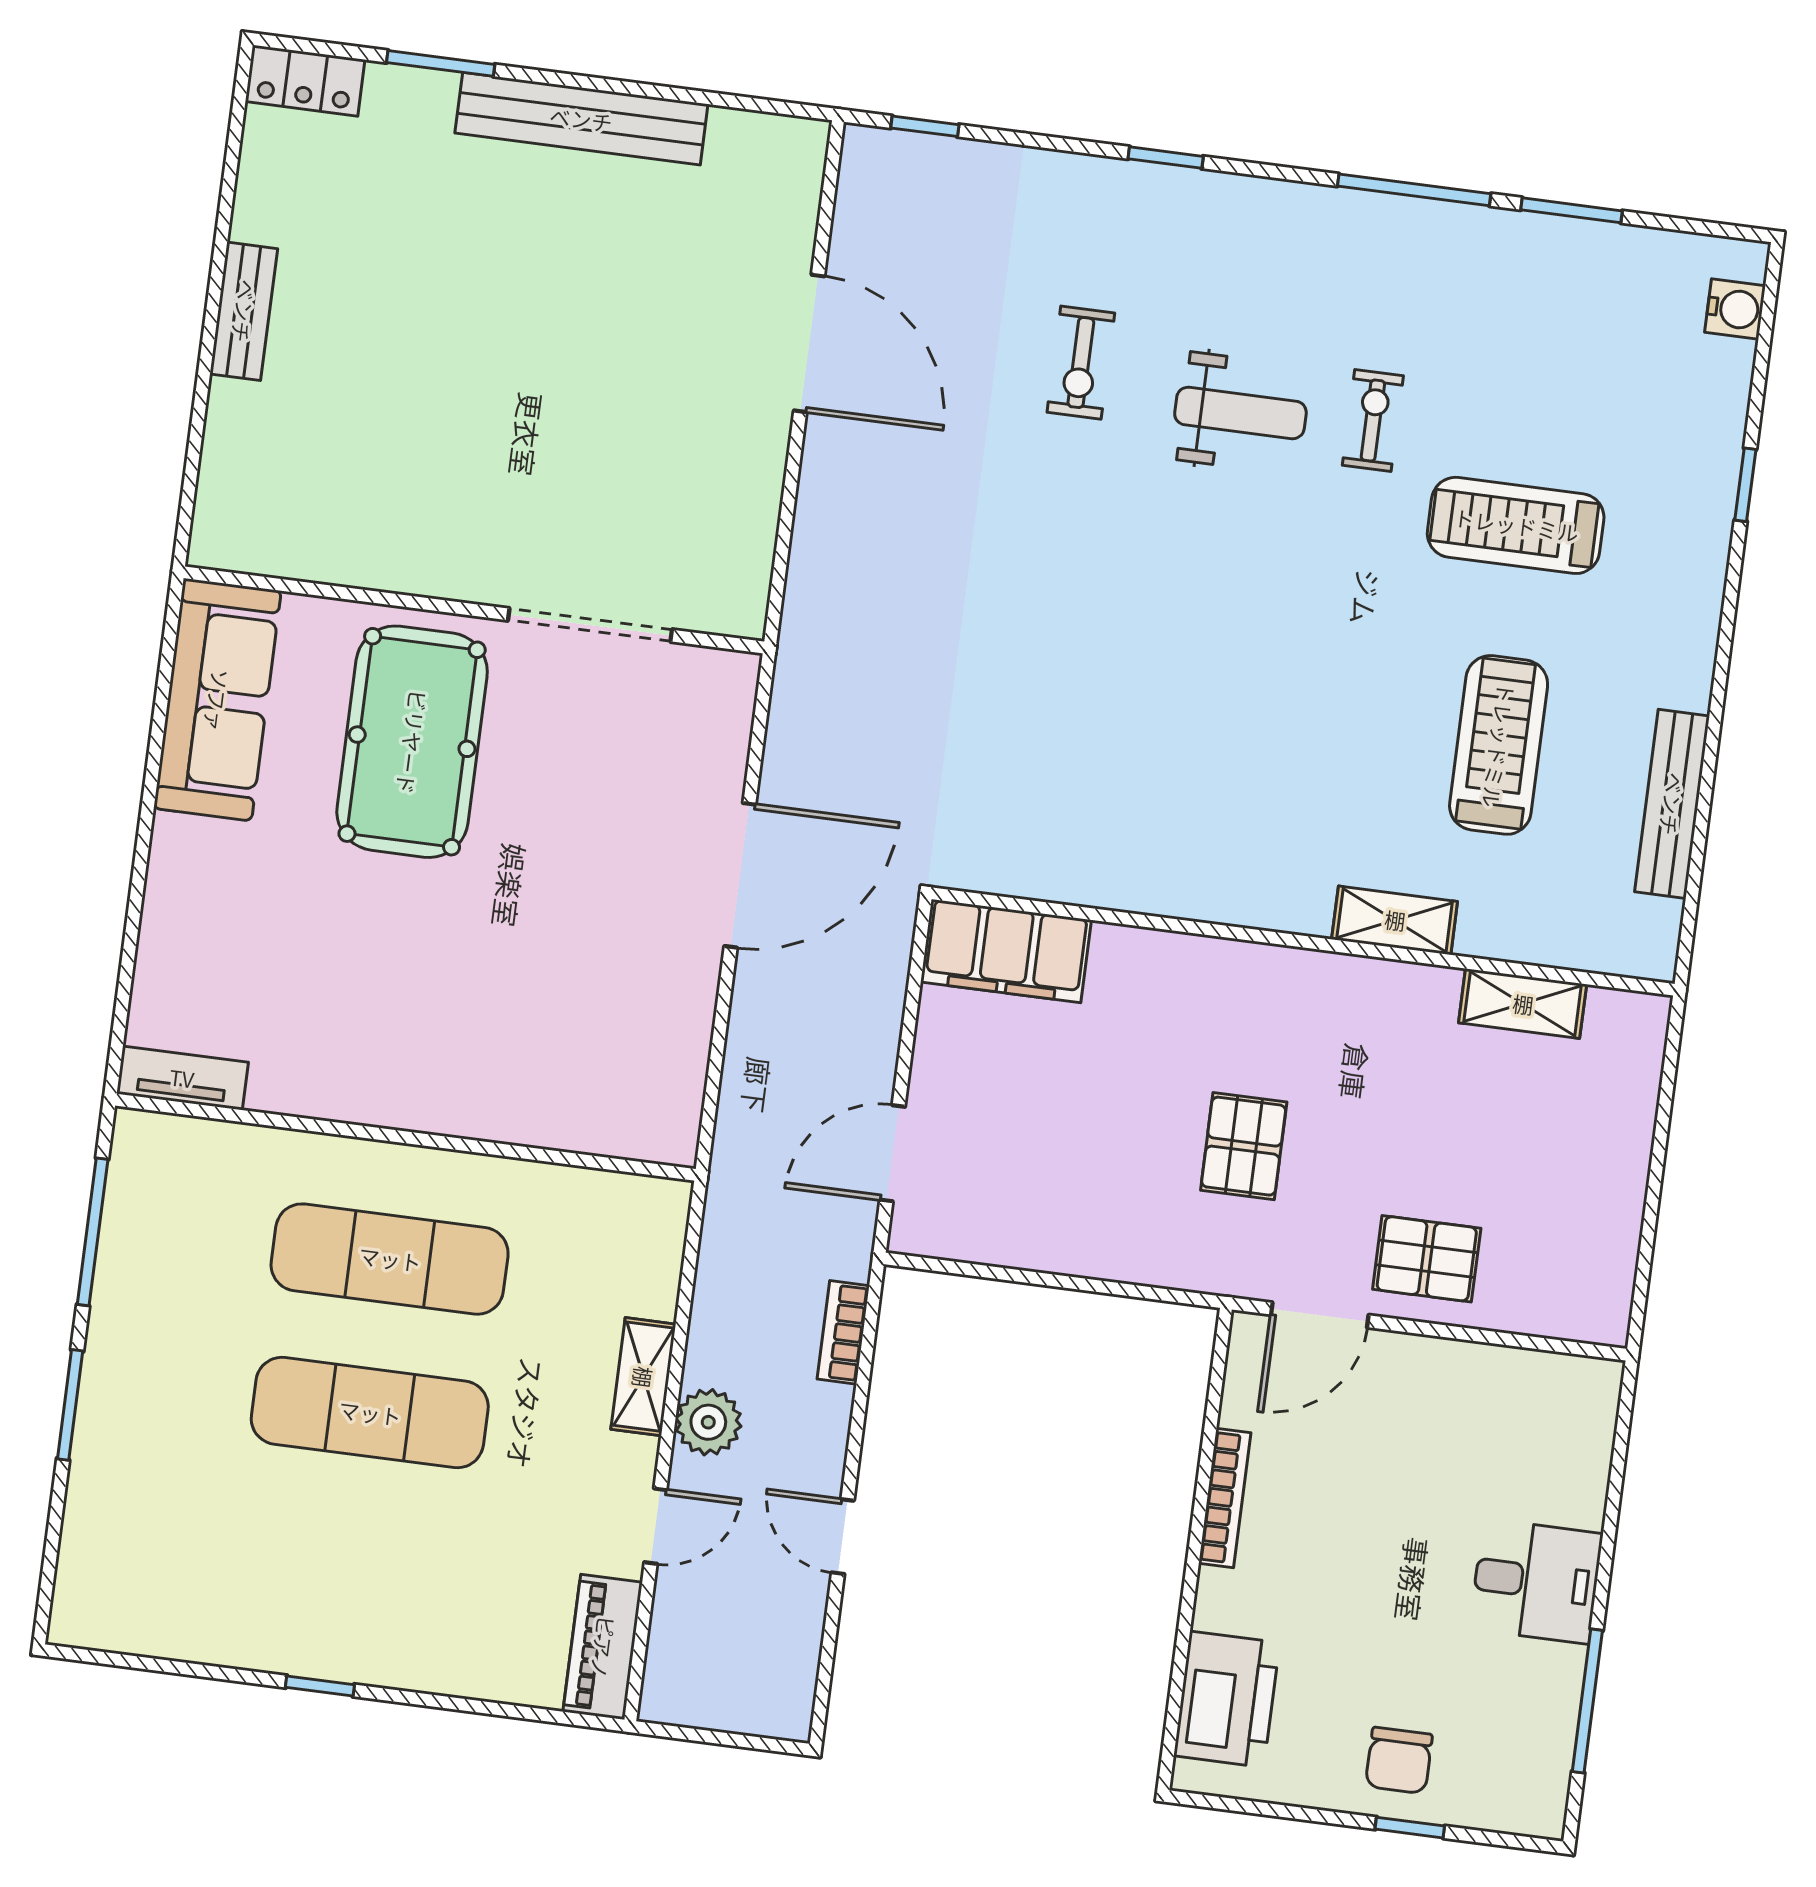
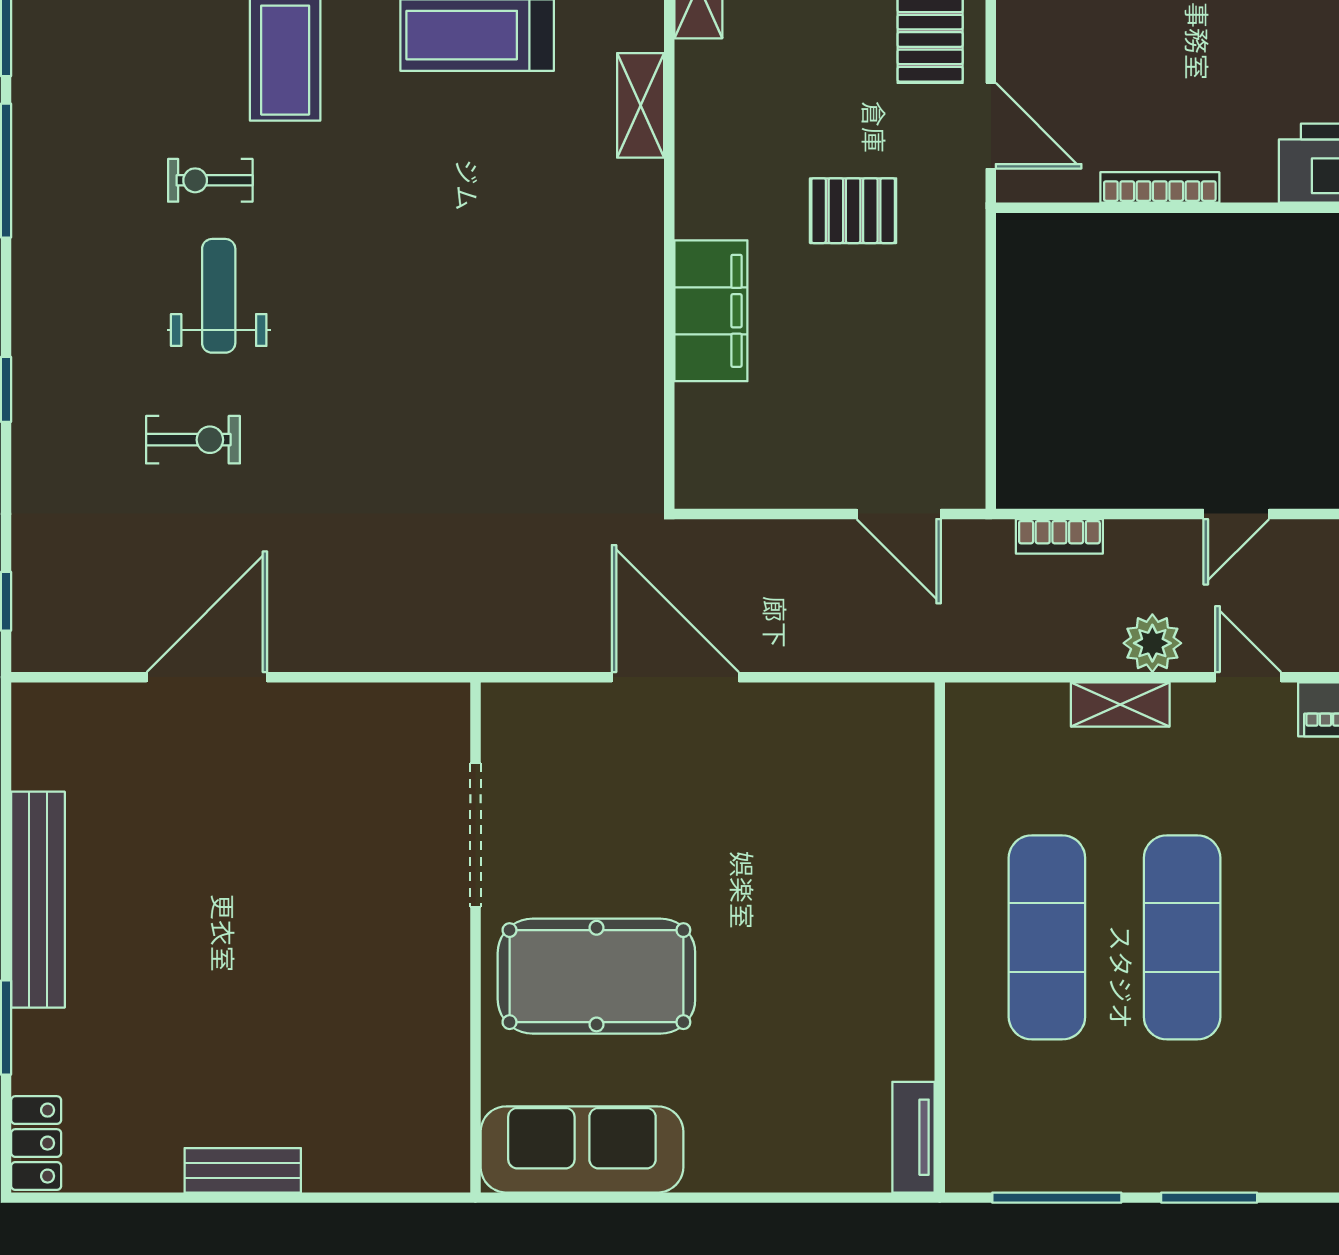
filing cabinet: (1006, 951) -> (711, 311), moved

